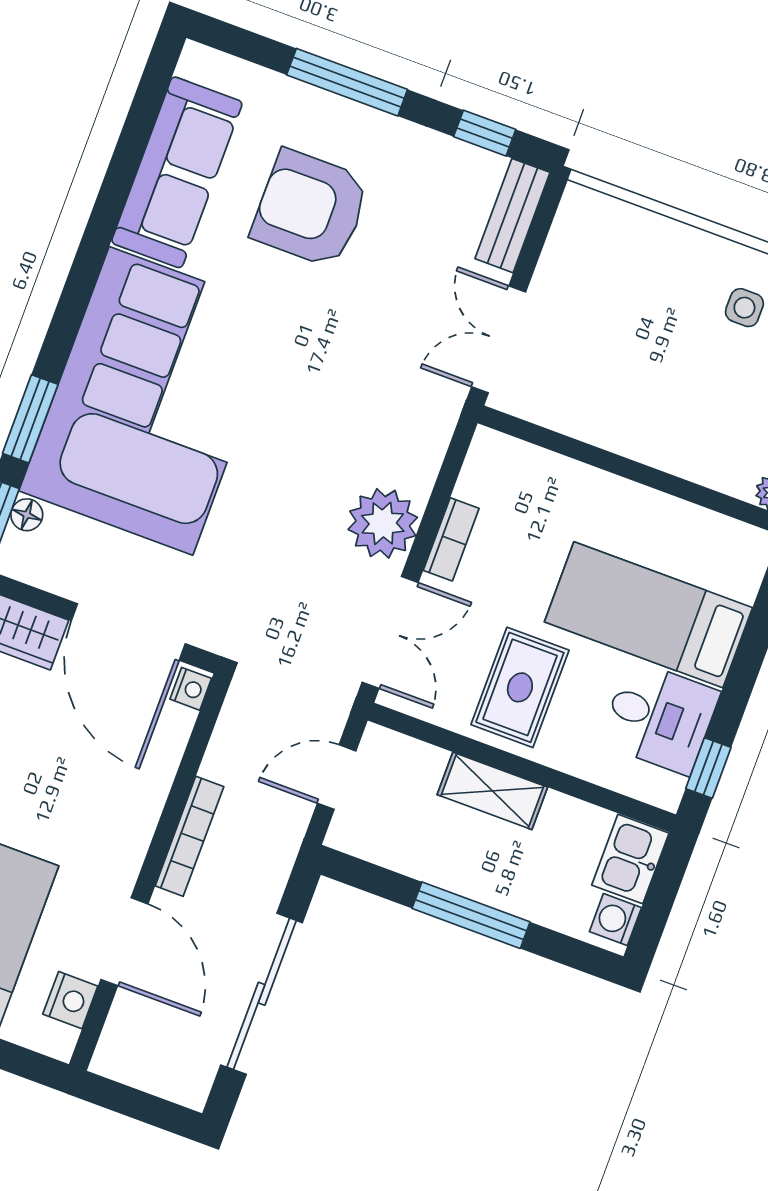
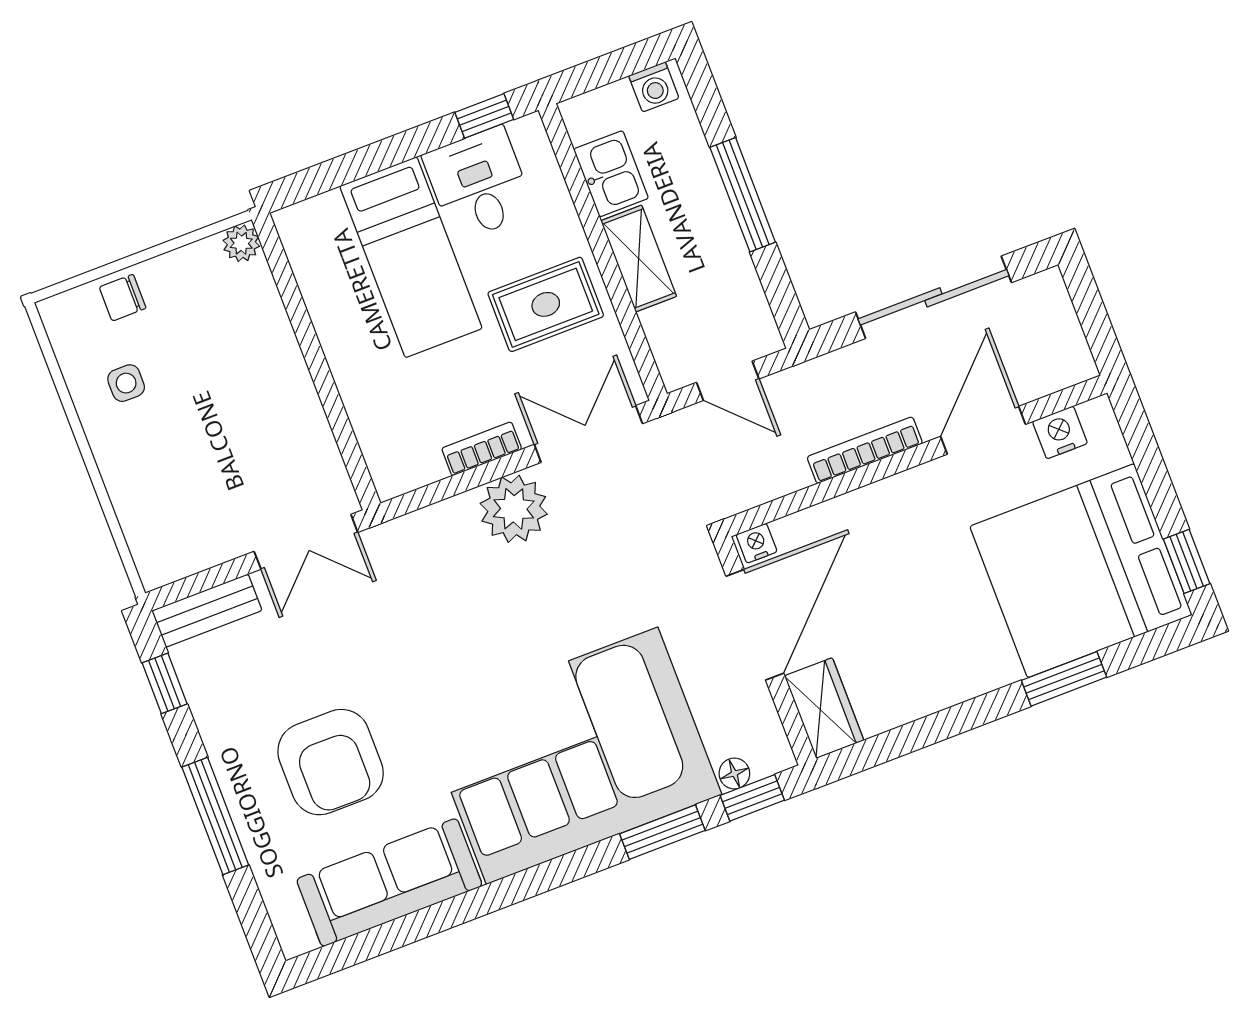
kitchen sink: (630, 859) -> (611, 174), moved, turned -90

